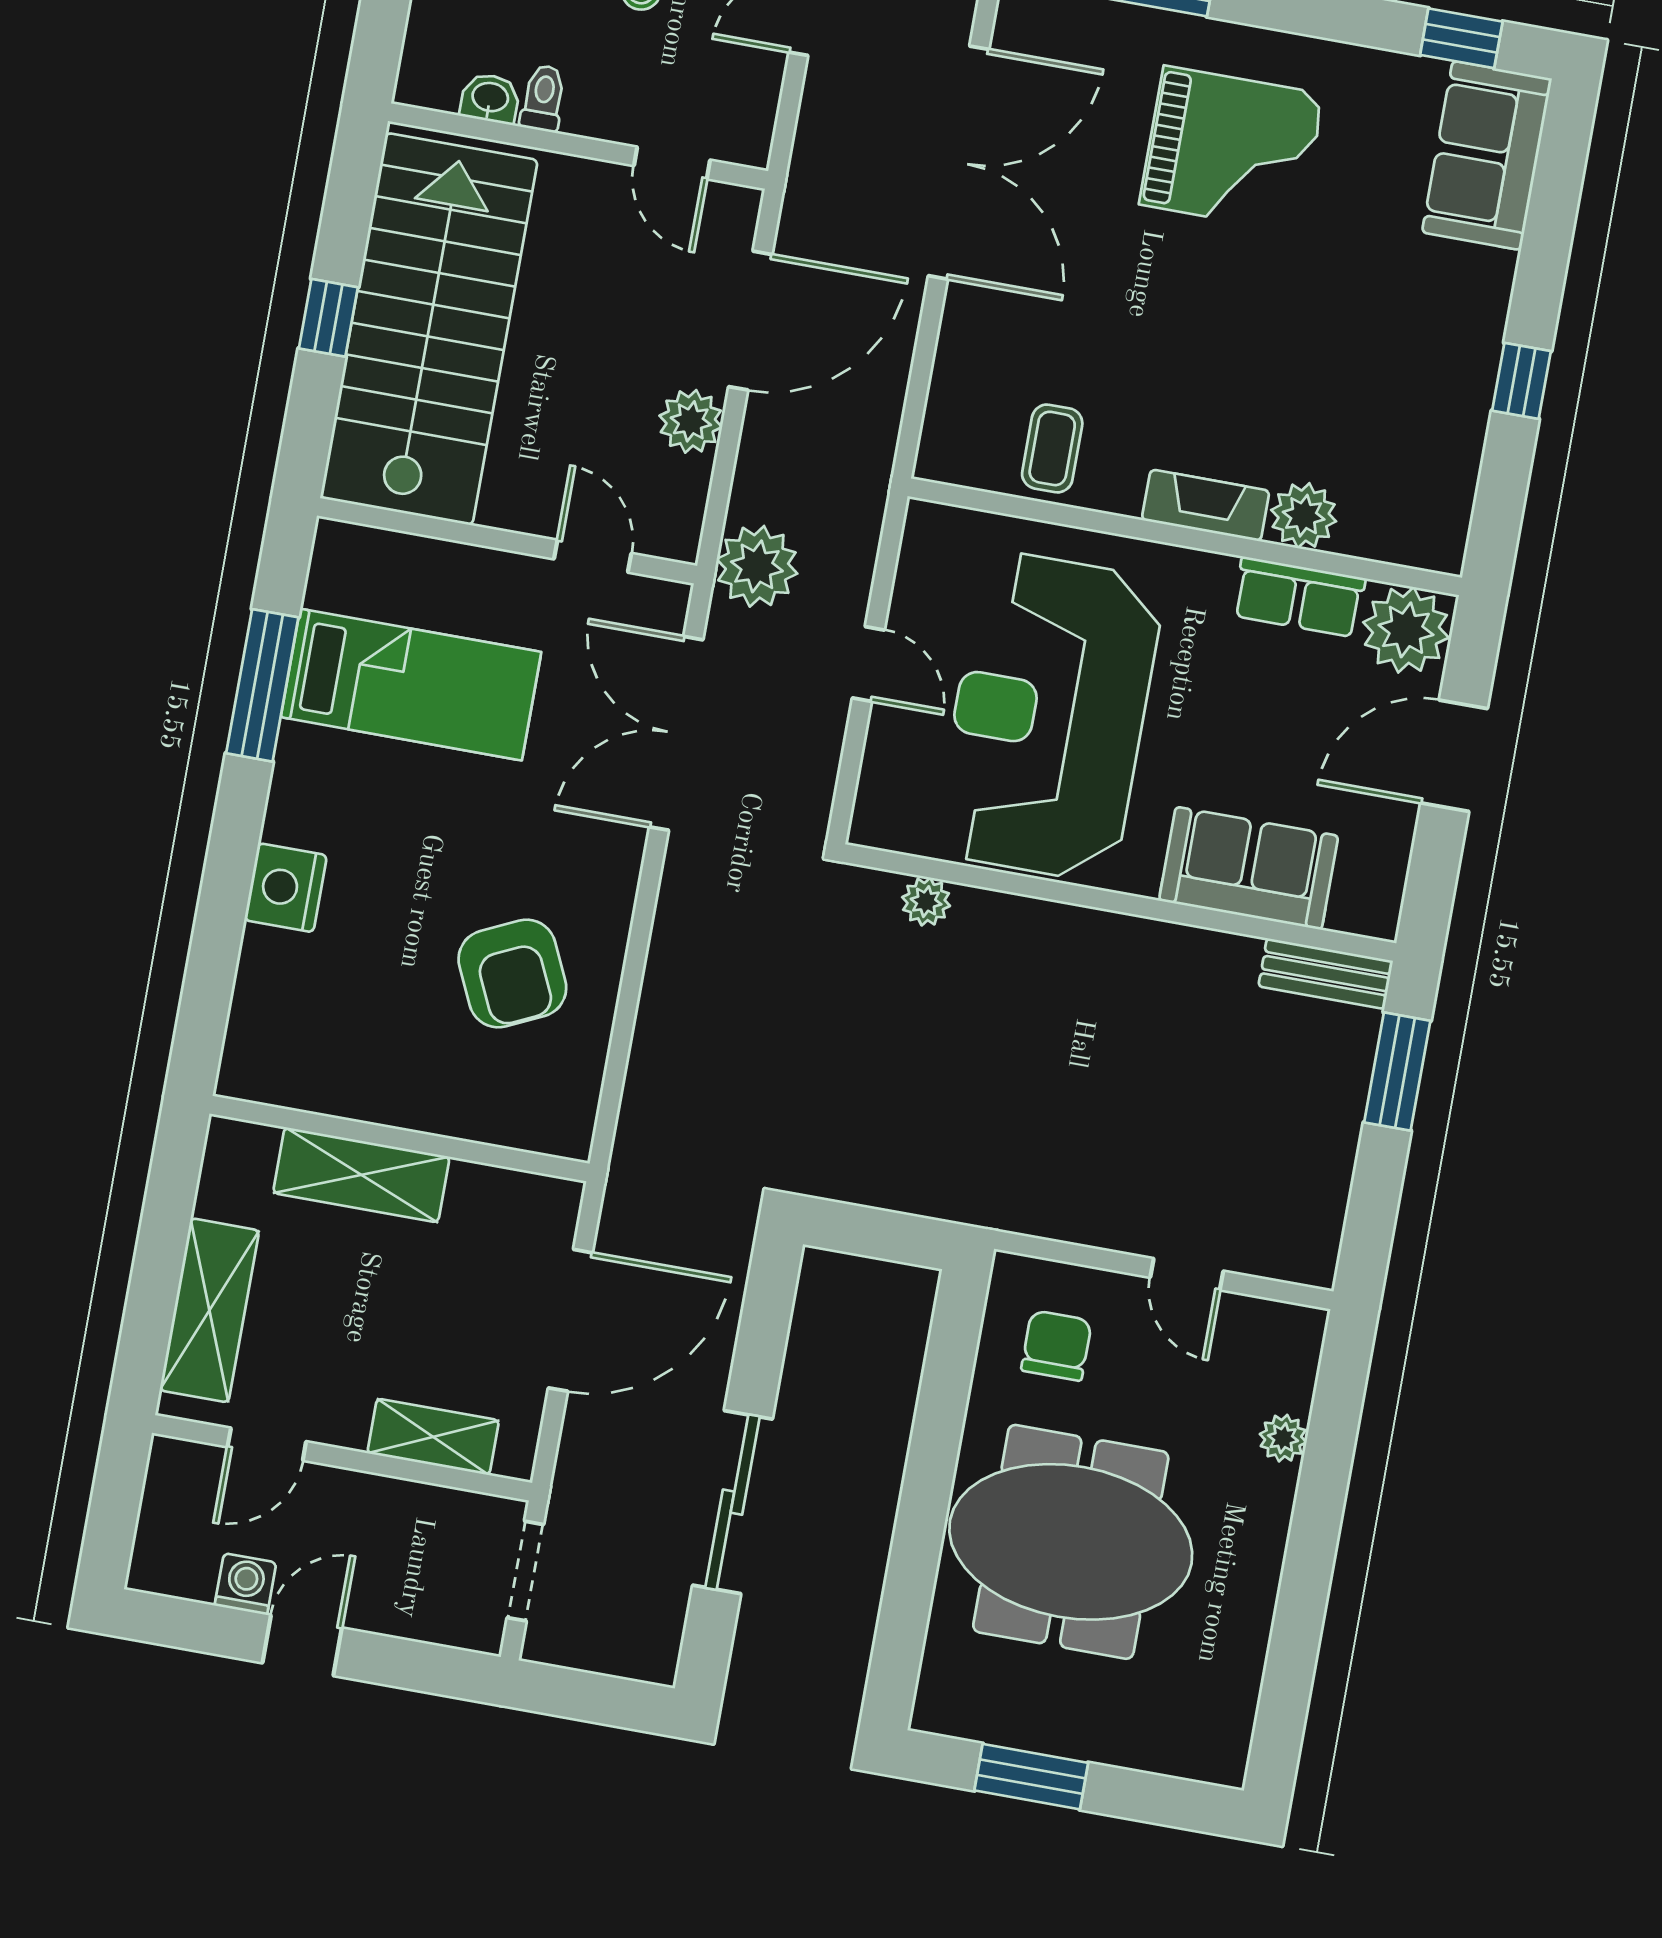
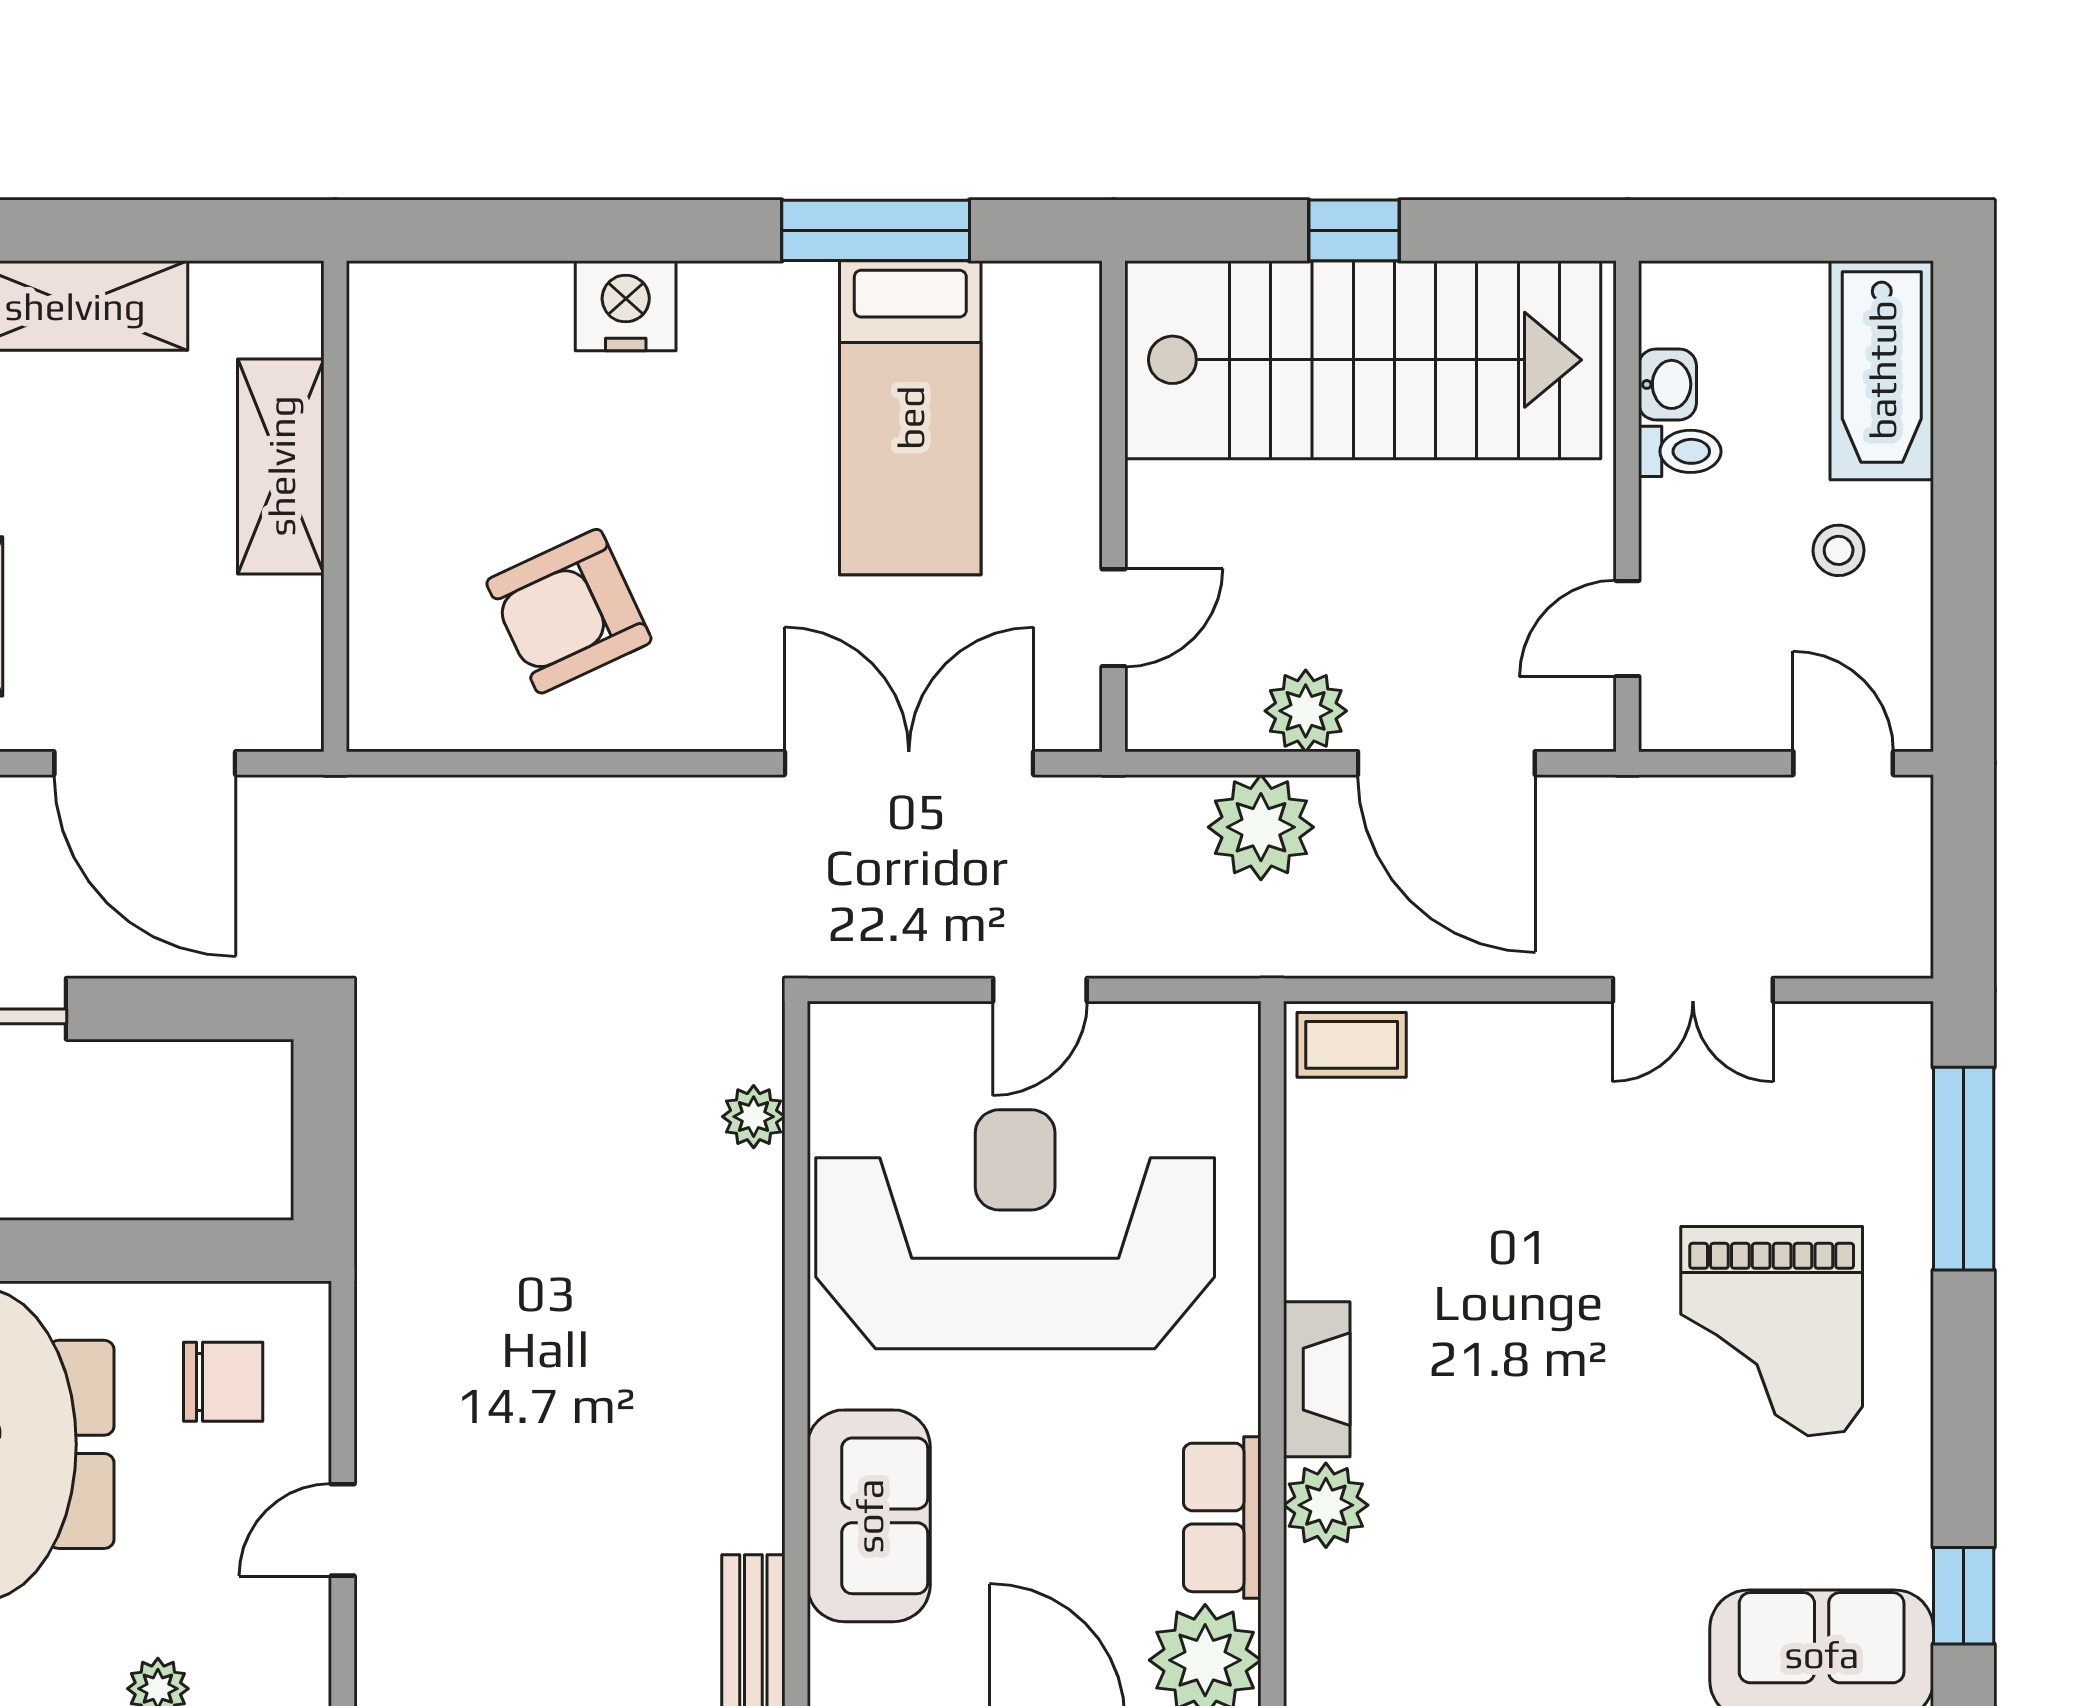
double door: (959, 163) -> (1693, 990), width x0.54
coffee table: (1052, 448) -> (1352, 1045), moved
plant: (757, 566) -> (1261, 827), moved

